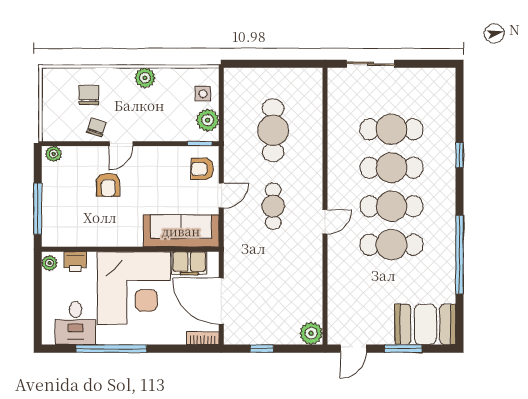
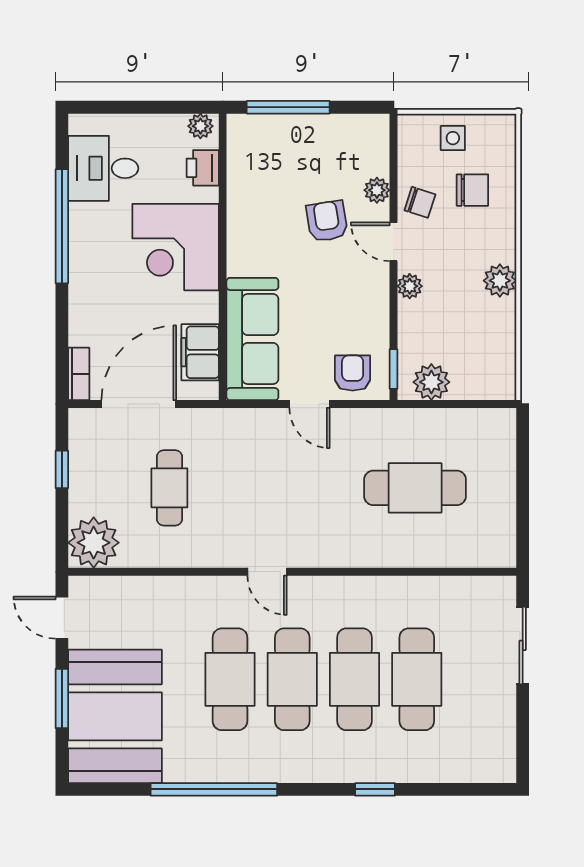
side table: (203, 94) -> (453, 138), moved
plant: (148, 134) -> (410, 286), added
plant: (54, 154) -> (377, 190), moved
armchair: (108, 185) -> (327, 221), turned 81
cafe table: (273, 206) -> (169, 488), moved, turned 90
corner desk: (134, 288) -> (176, 247), width x0.74, depth x0.74
booth: (425, 324) -> (115, 716), width x1.36, depth x1.42
plant: (311, 333) -> (94, 543), width x1.36, depth x1.36

